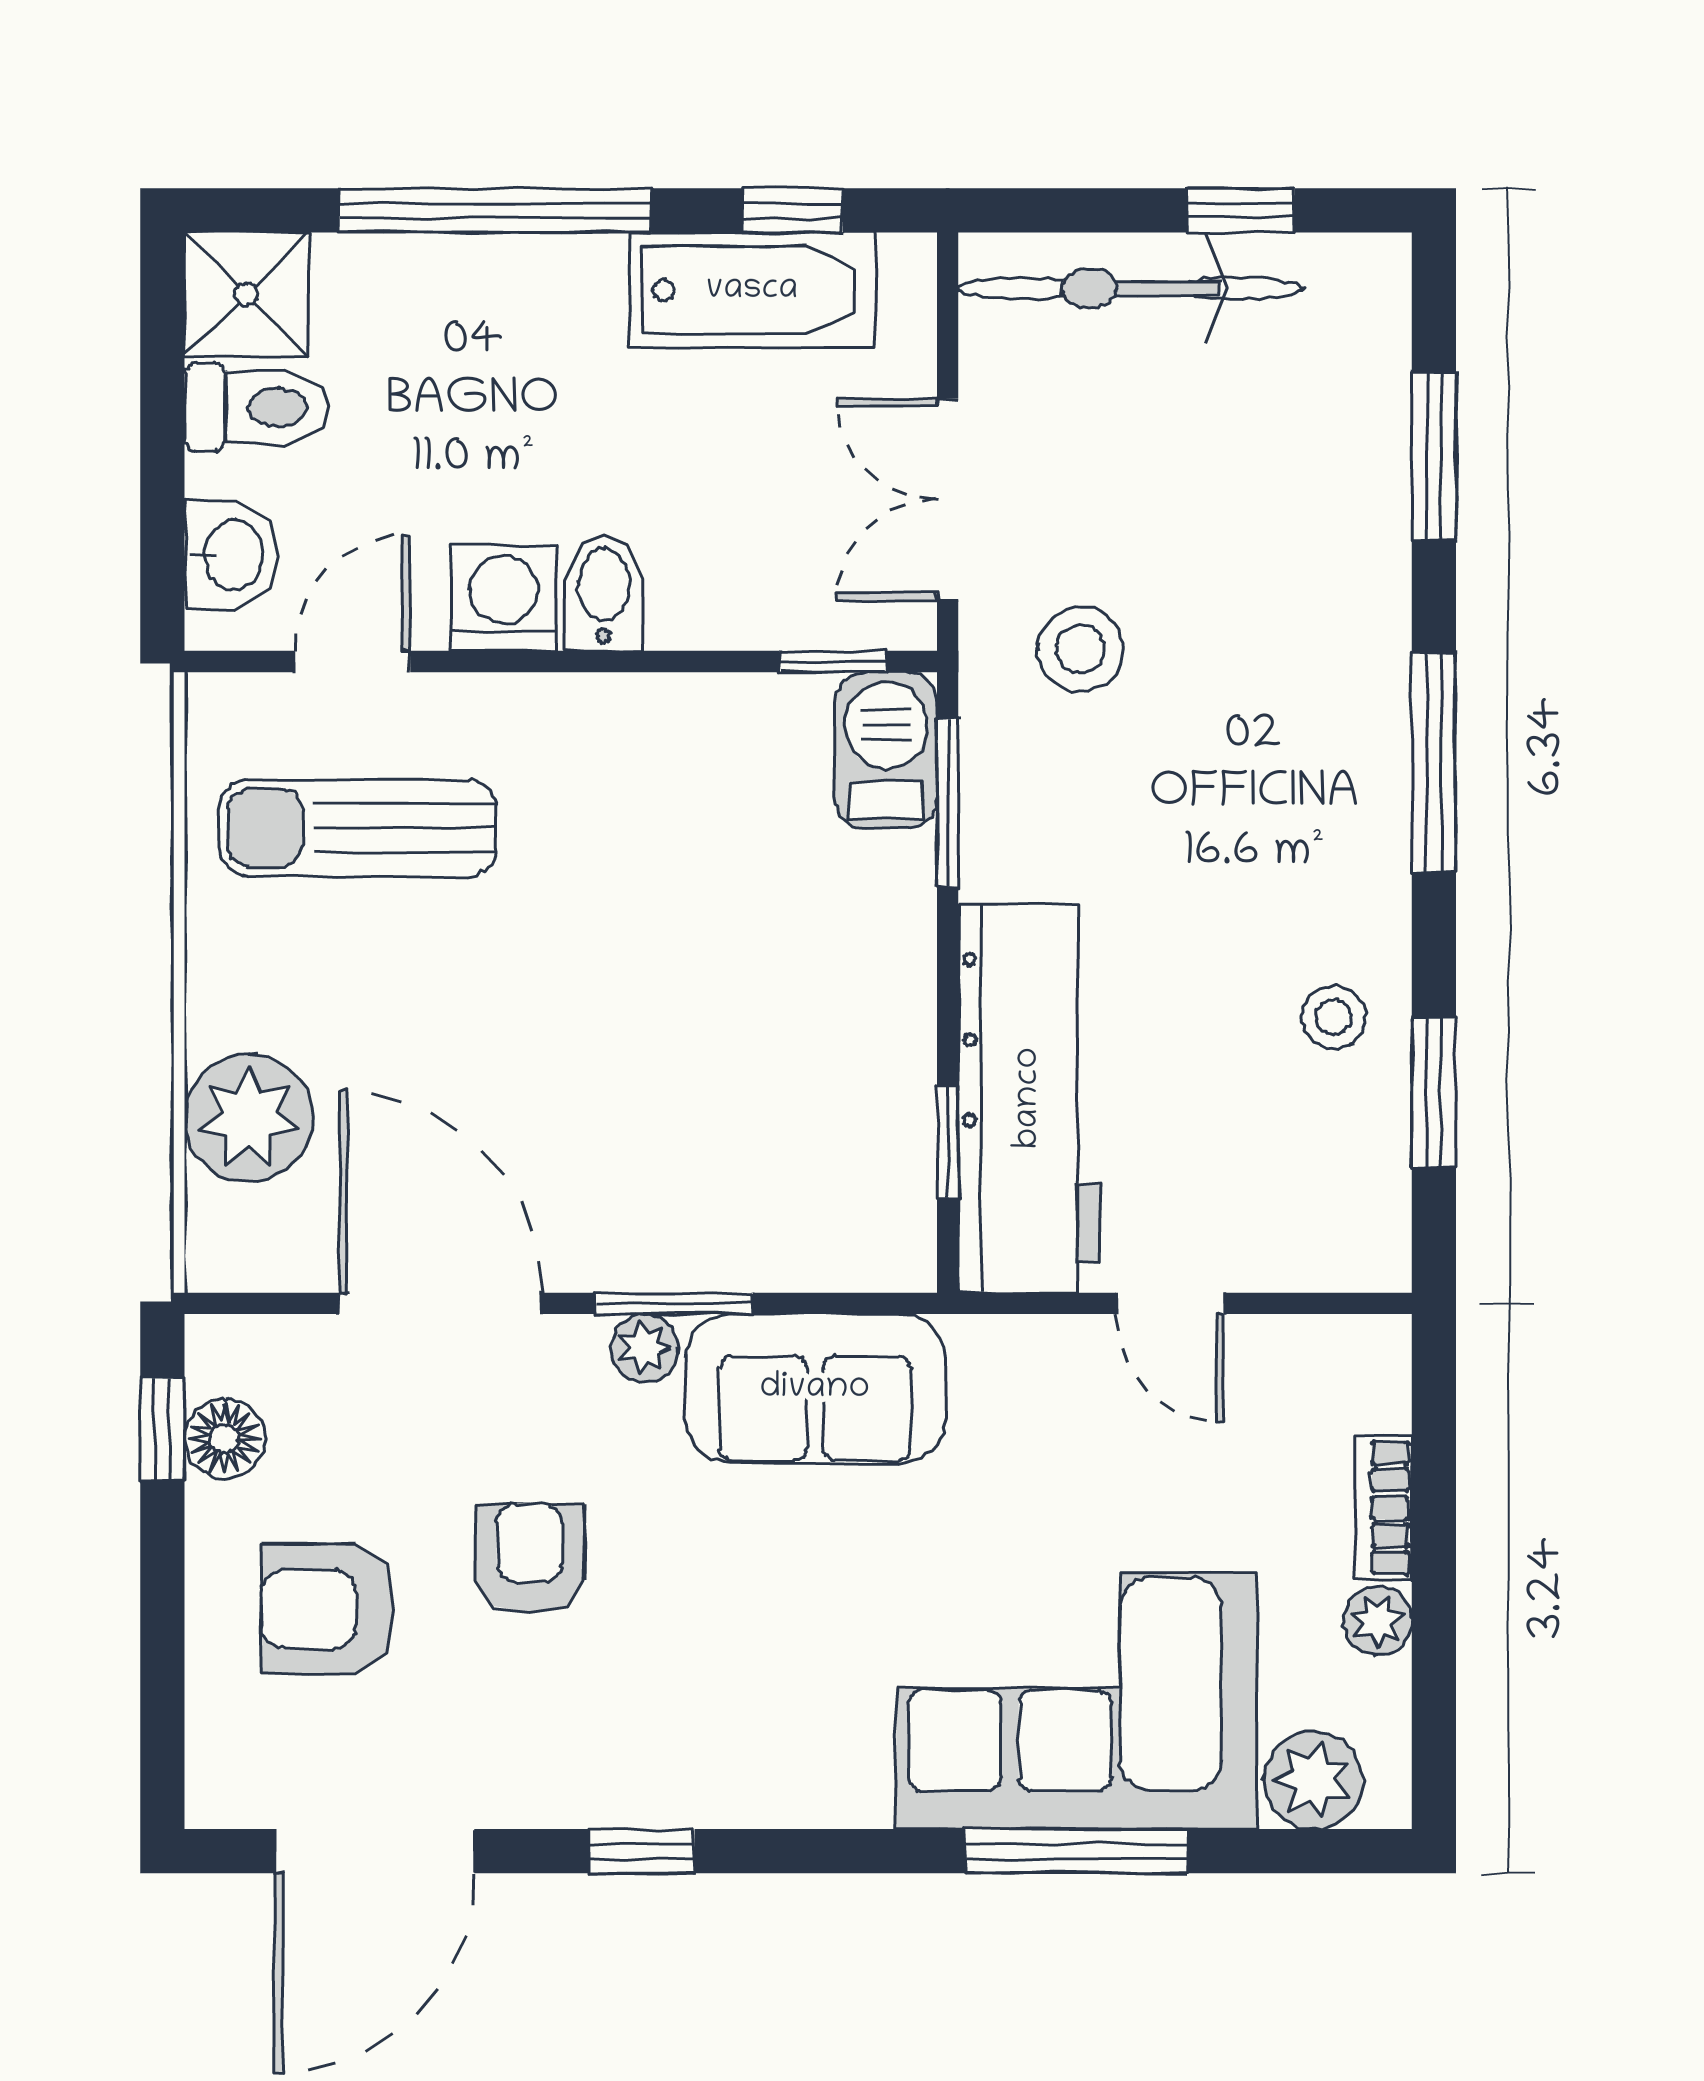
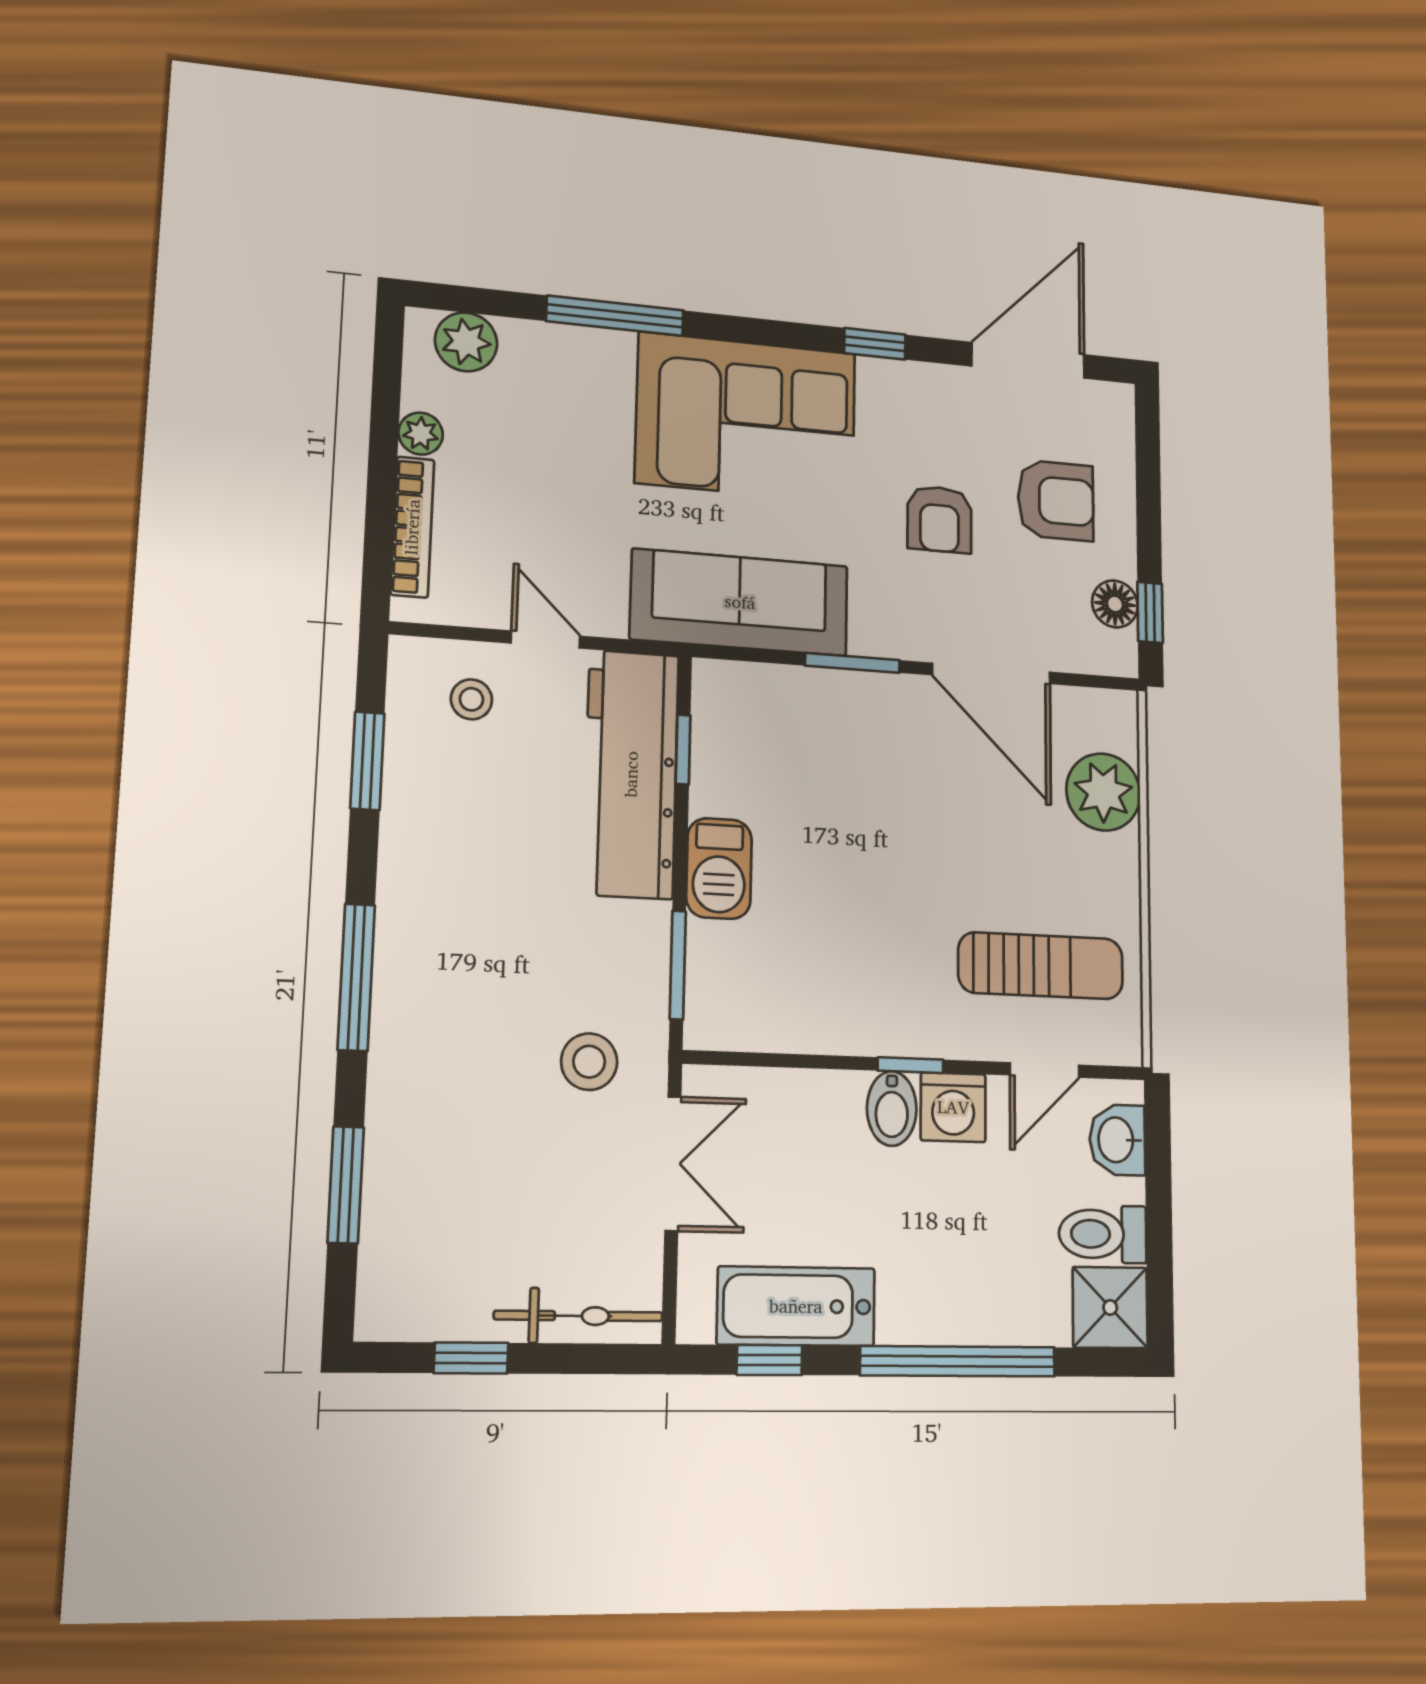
bicycle: (1130, 288) -> (579, 1316), width x0.73, depth x0.71
window: (833, 661) -> (910, 1065), moved
barbecue: (886, 750) -> (719, 868), moved
stool: (1333, 1017) -> (471, 699), moved
plant: (645, 1348) -> (871, 638), removed
sofa: (815, 1389) -> (740, 602), width x1.36
bookcase: (1383, 1508) -> (412, 527), width x1.56
corner sofa: (1077, 1700) -> (746, 418), moved

